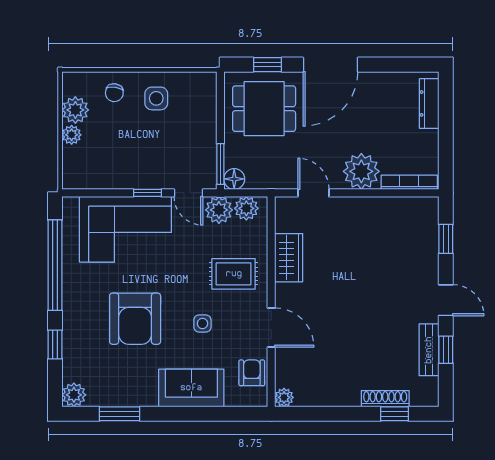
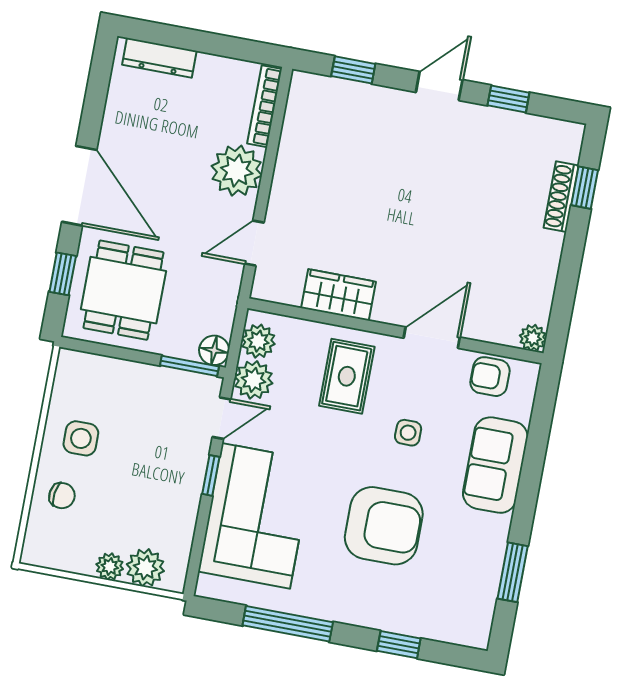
plant: (75, 110) -> (145, 568), moved
window: (55, 265) -> (288, 624), width x0.68
bench: (429, 350) -> (504, 123), removed
plant: (74, 395) -> (474, 631), removed

